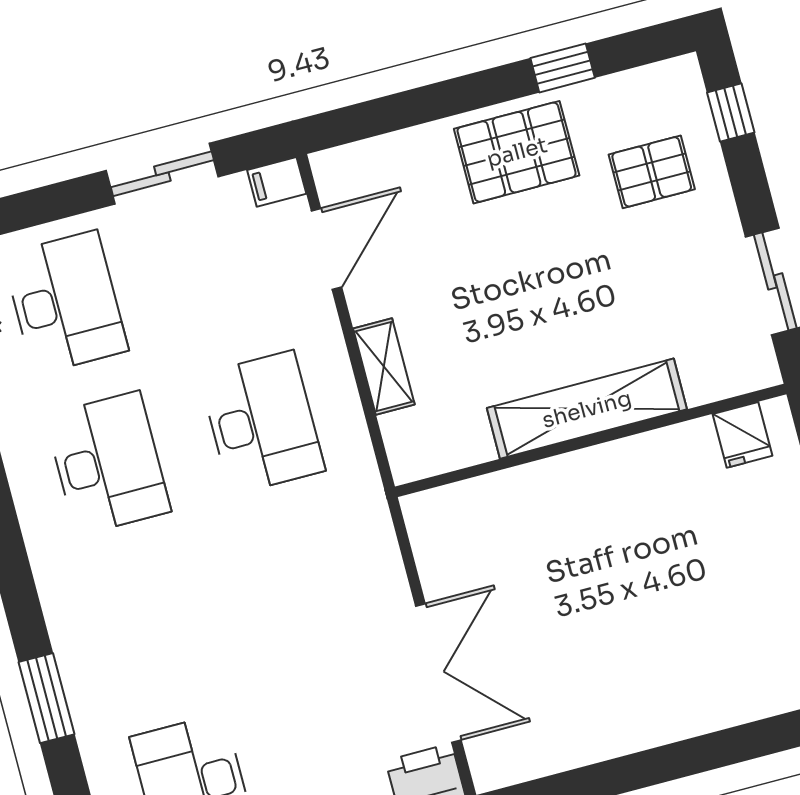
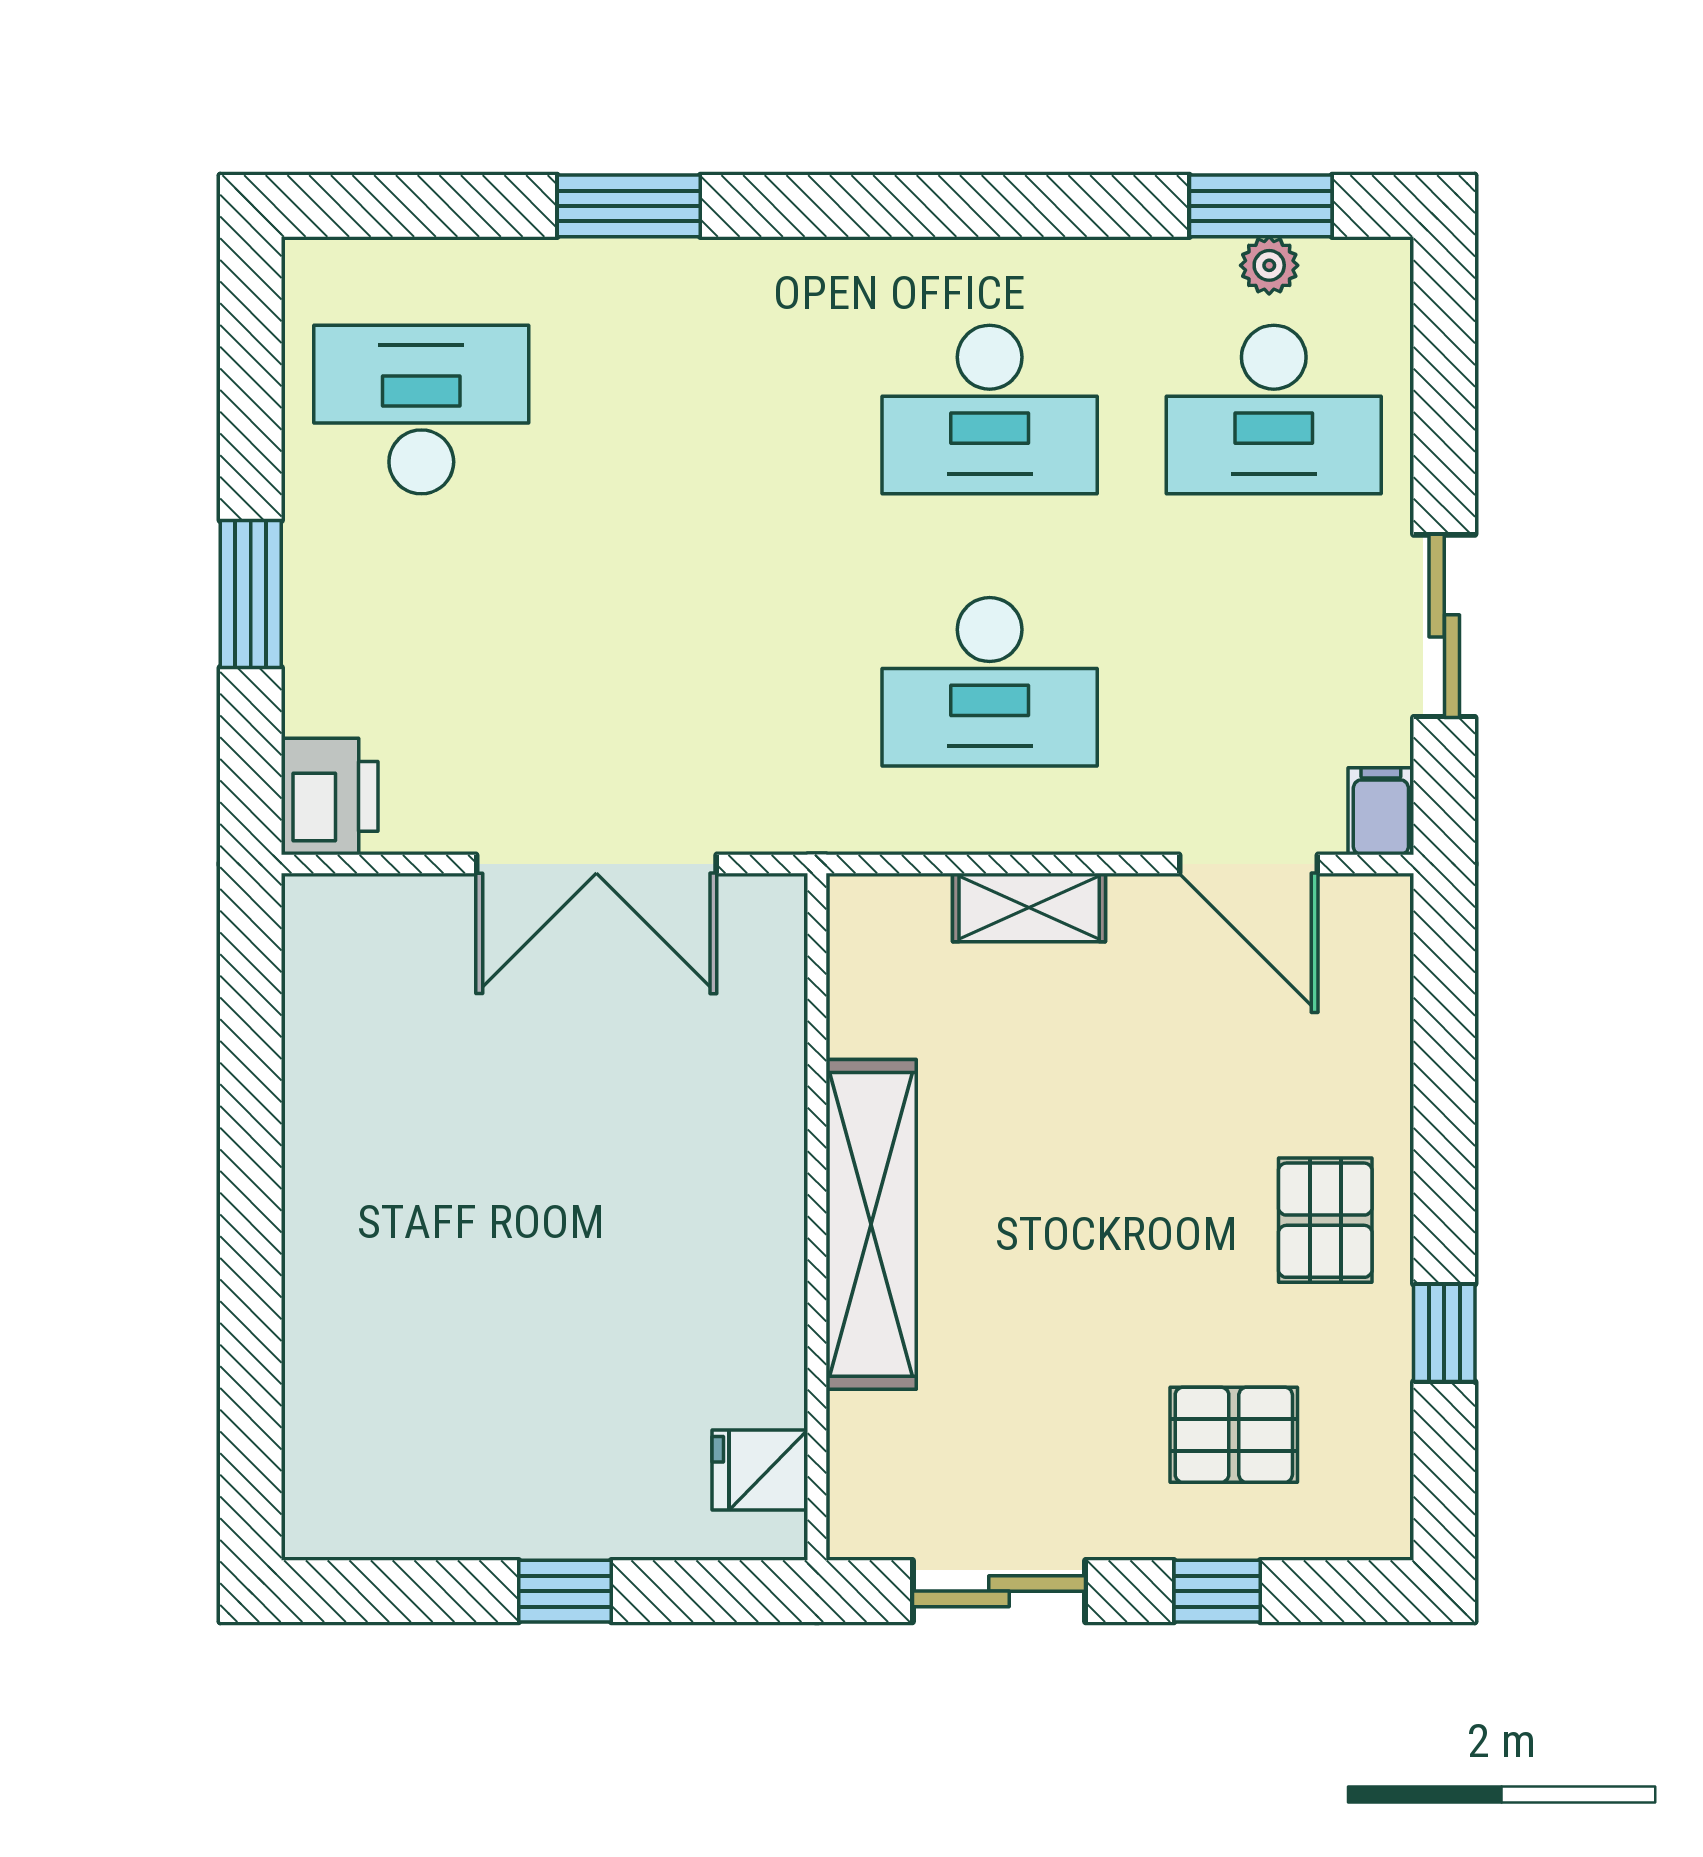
window: (731, 113) -> (1217, 1591), moved
pallet: (517, 152) -> (1325, 1220), width x0.67, depth x0.71
pallet: (652, 172) -> (1234, 1435), turned 90
double door: (438, 673) -> (596, 864), moved

